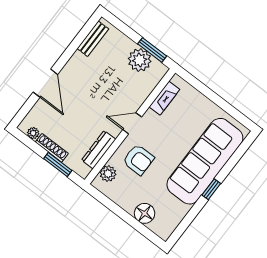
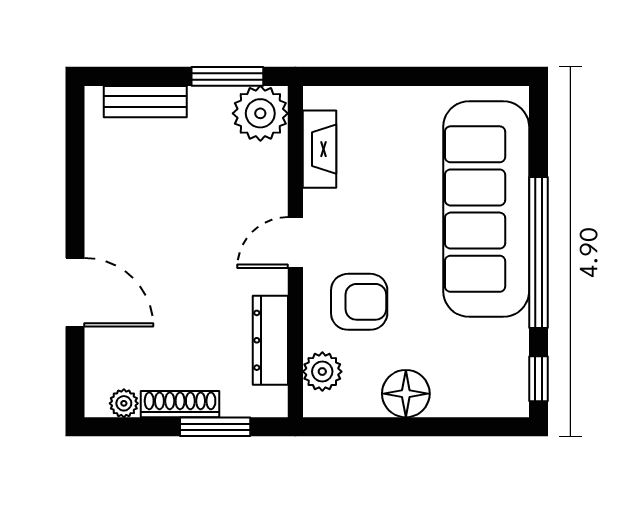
bench: (93, 39) -> (145, 102), moved, turned 90
plant: (140, 60) -> (260, 113), moved
window: (211, 189) -> (538, 253), width x3.17
floor lamp: (145, 213) -> (406, 394), moved
window: (179, 232) -> (538, 379), added

